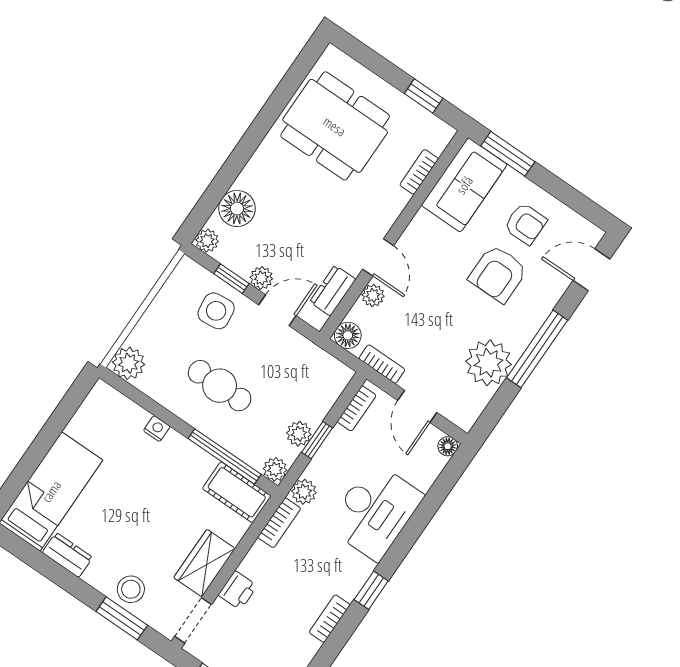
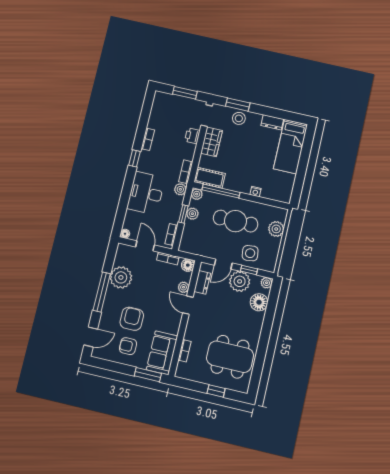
window: (424, 96) -> (216, 391), moved
plant: (261, 278) -> (240, 281), width x1.88, depth x1.88
plant: (129, 363) -> (276, 229), moved
cafe table: (220, 386) -> (235, 221), width x1.37, depth x1.35

